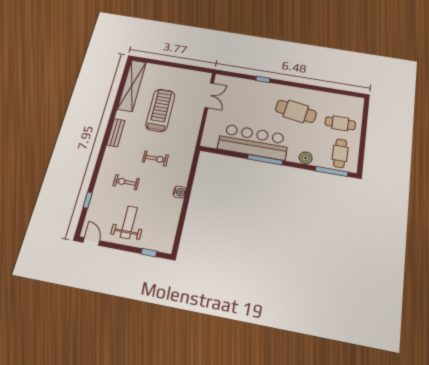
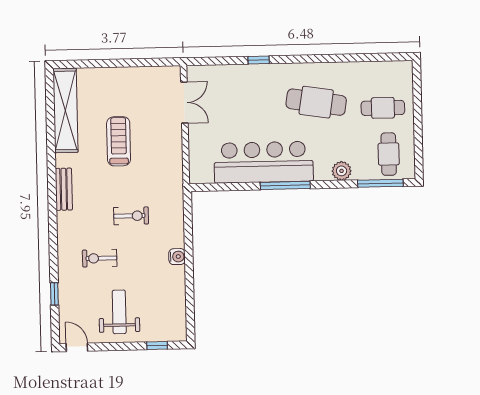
treadmill: (160, 110) -> (119, 141), width x0.73, depth x0.73

